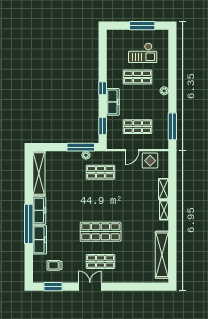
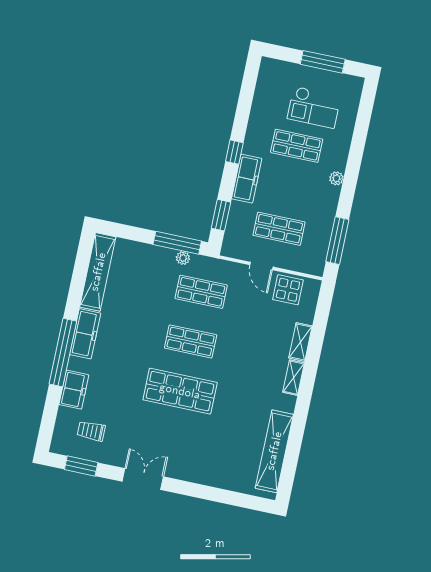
door: (132, 150) -> (261, 266), hinge flipped
freezer: (40, 240) -> (74, 390), width x0.71
shop shelf: (101, 262) -> (191, 341), moved

